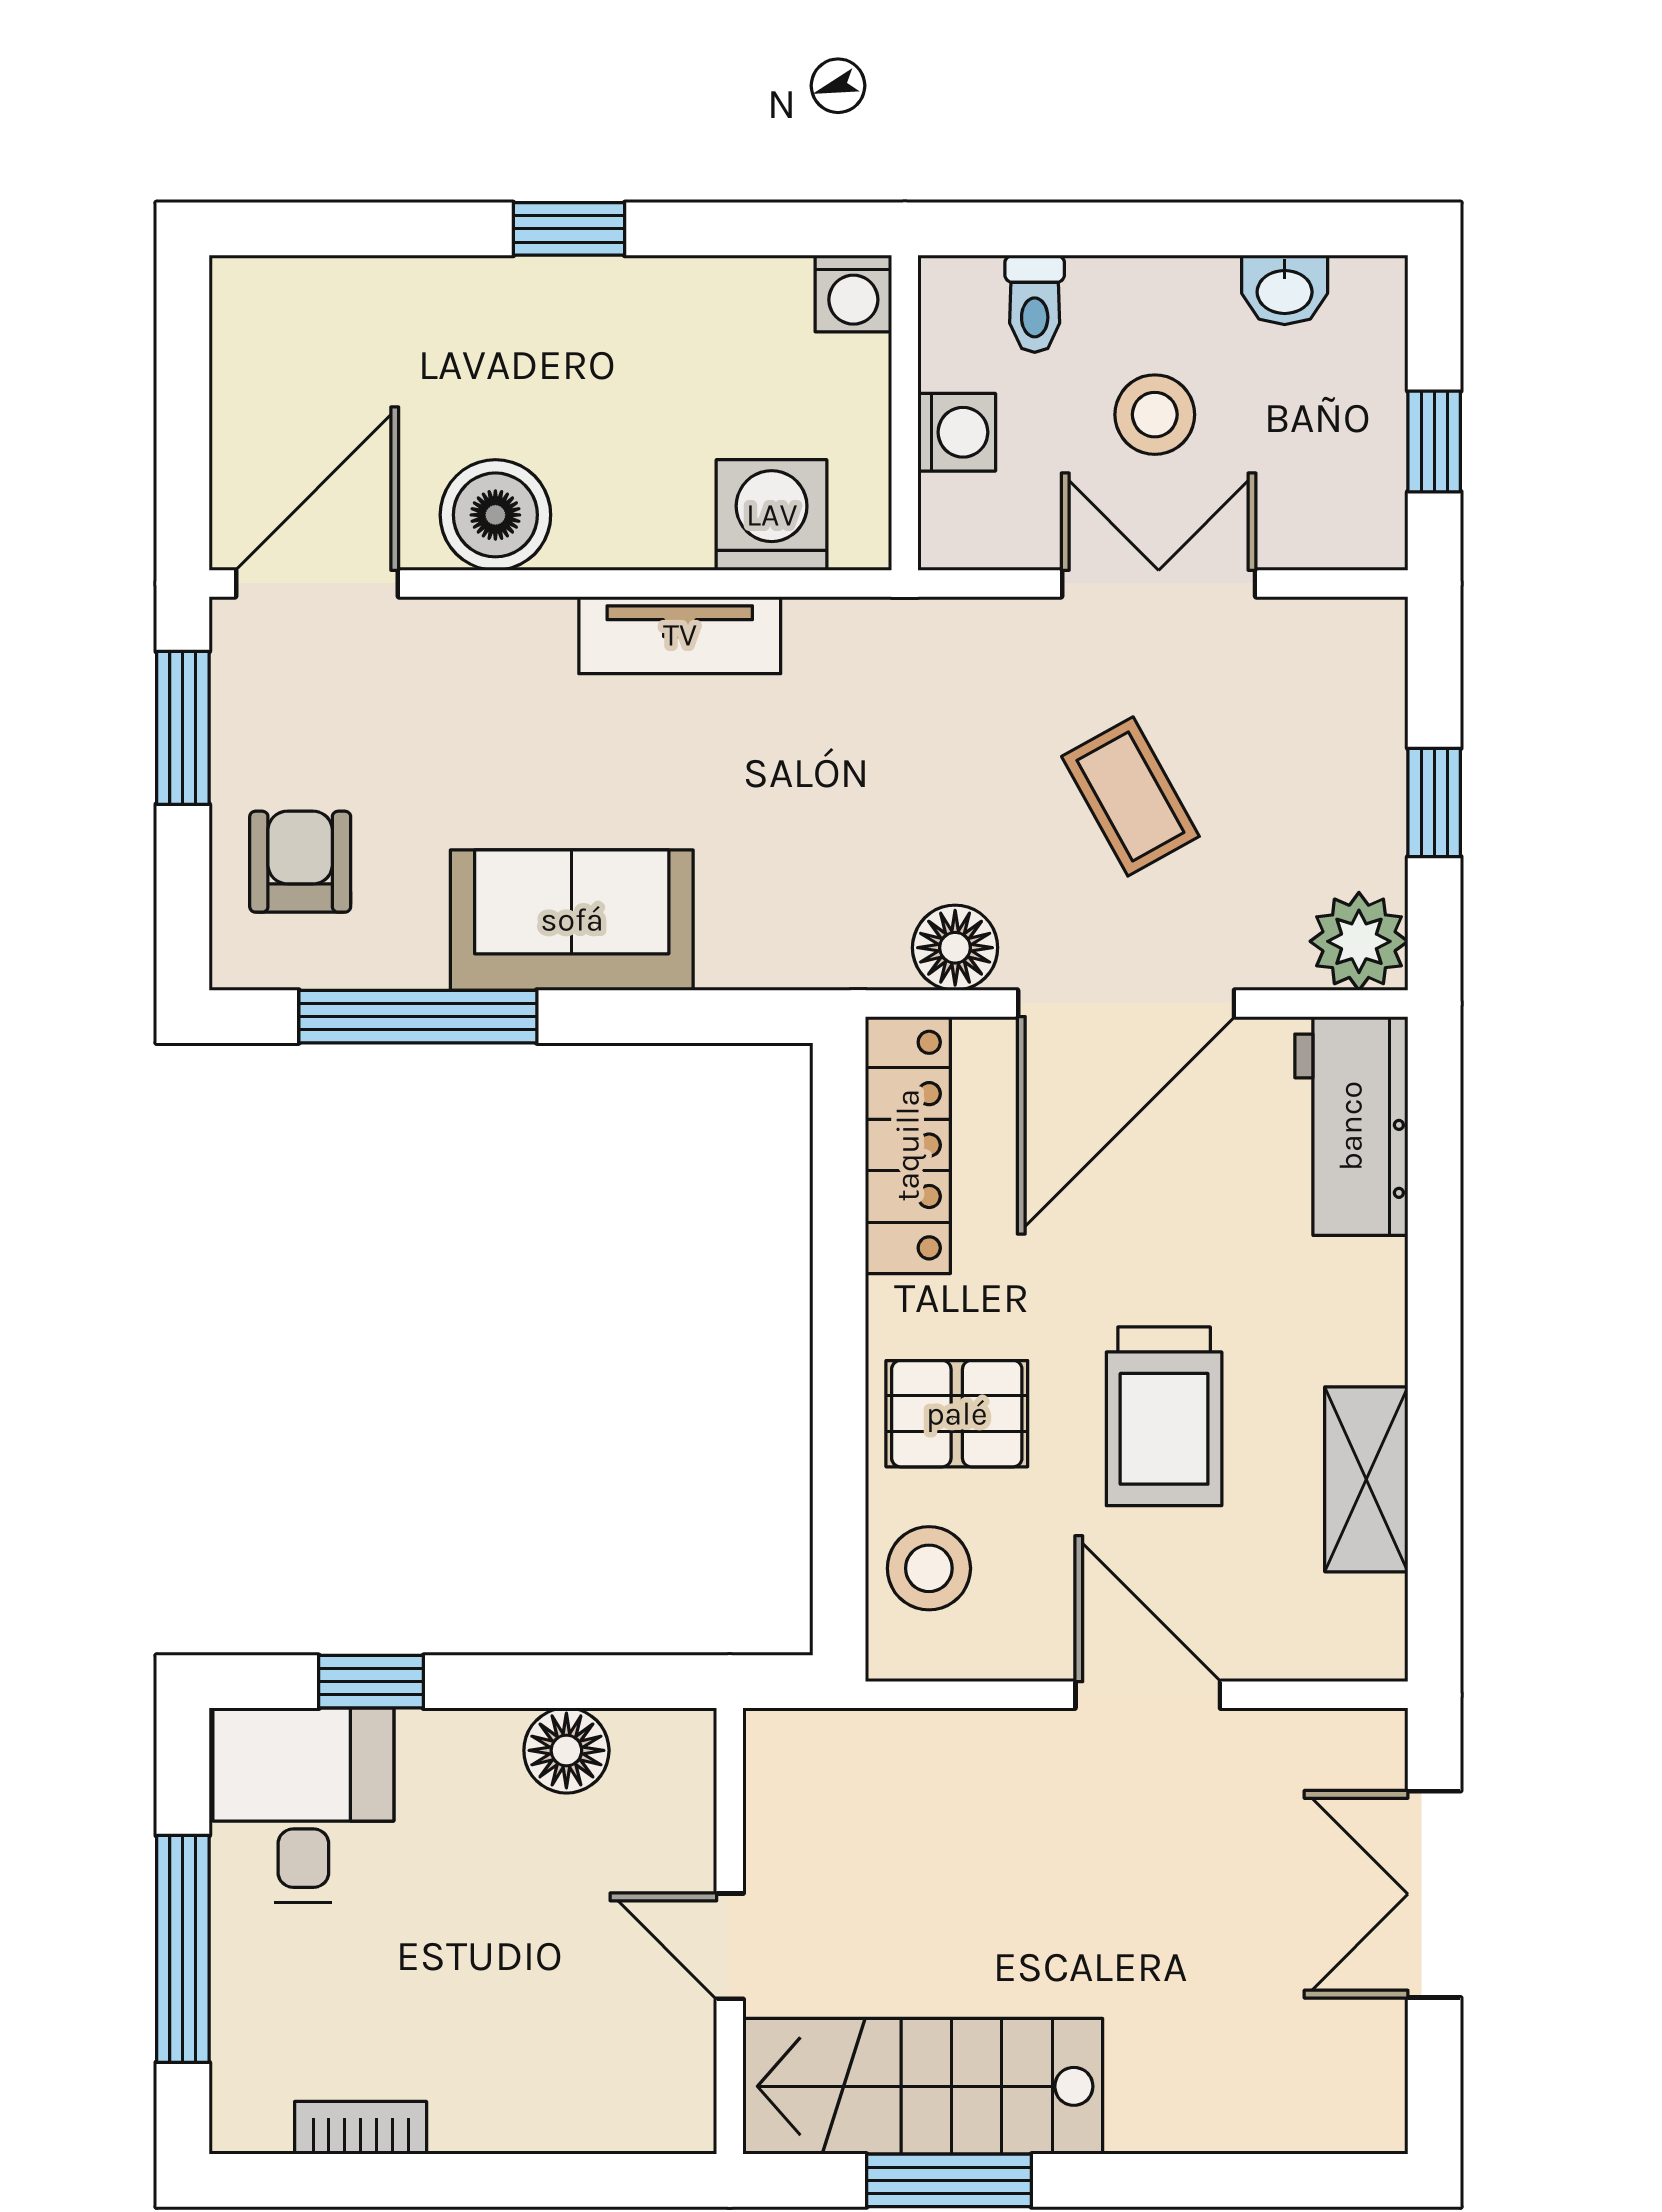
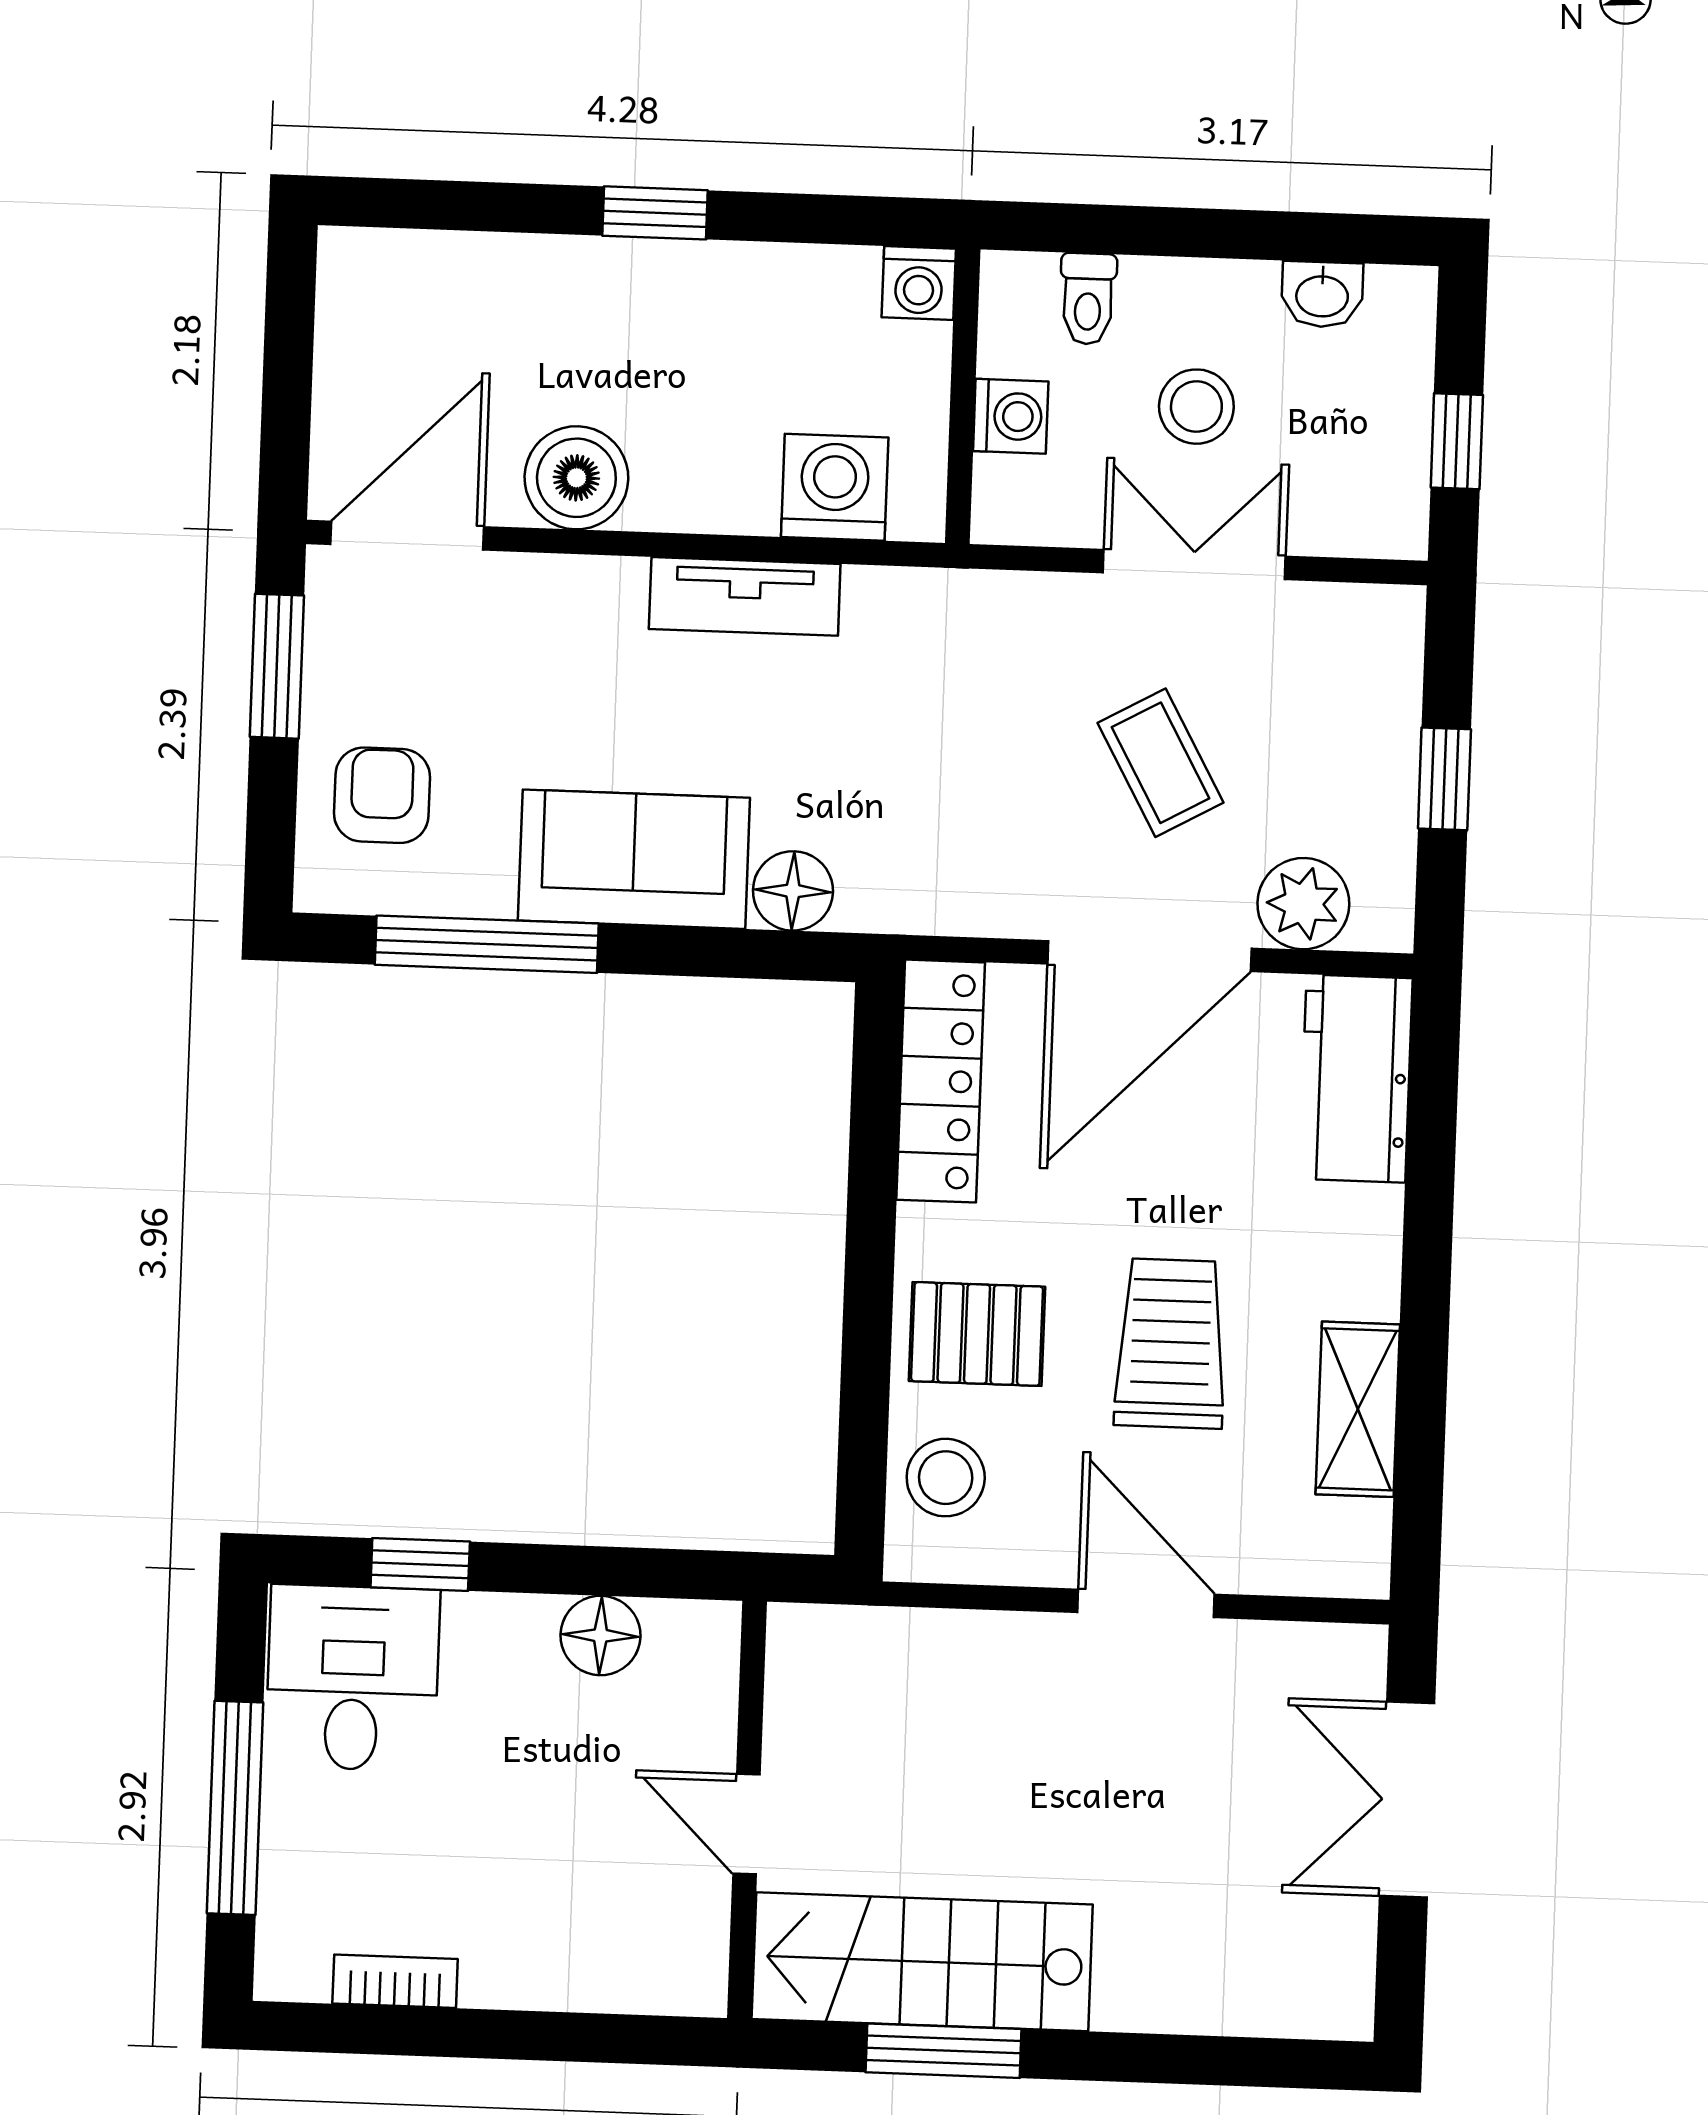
plant: (1359, 941) -> (1303, 904), moved
floor lamp: (955, 948) -> (793, 891), moved
trolley: (1164, 1416) -> (1171, 1344), turned 180

